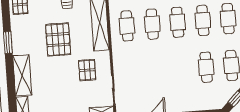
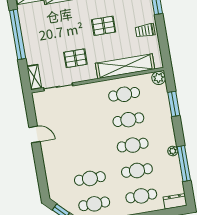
pallet: (58, 40) -> (104, 26), width x0.67, depth x0.71

